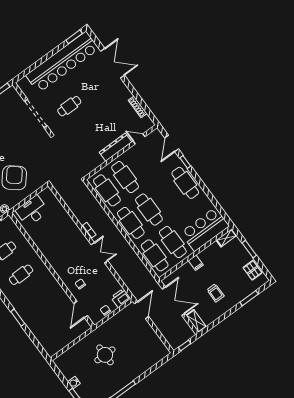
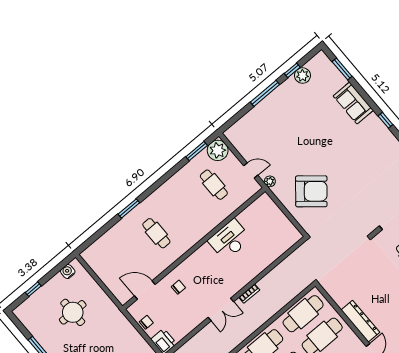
desk: (32, 211) -> (229, 240), moved, turned -90
cafe table: (21, 275) -> (156, 233), moved
round table: (105, 355) -> (73, 312), moved
water cooler: (74, 383) -> (68, 272), moved

